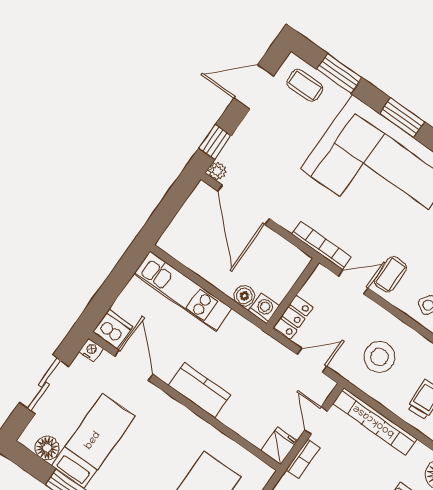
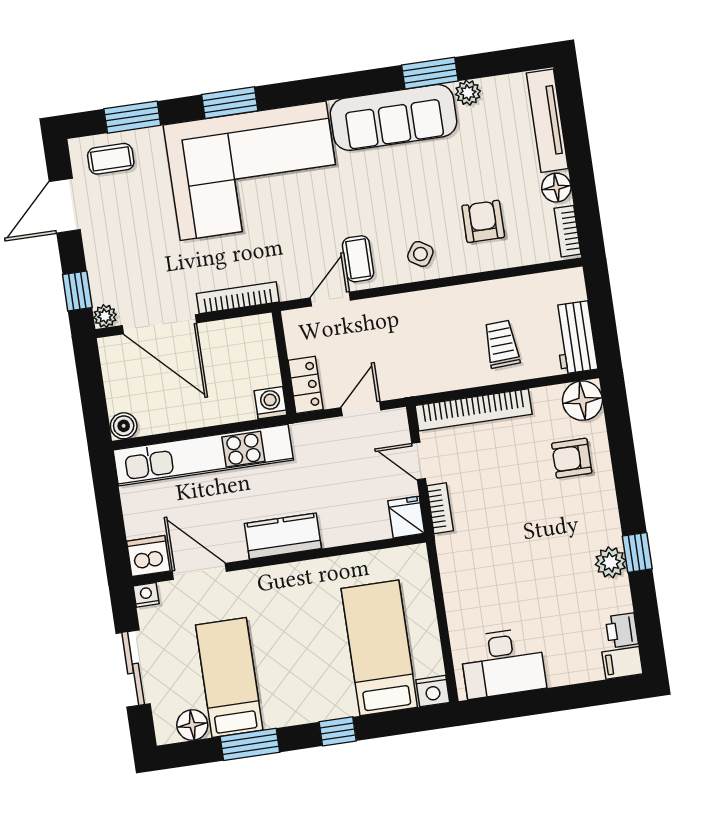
bookcase: (321, 245) -> (238, 298), moved
kitchen unit: (183, 291) -> (203, 455), width x1.36
boiler: (244, 296) -> (124, 426), moved
stool: (379, 357) -> (421, 346), removed

